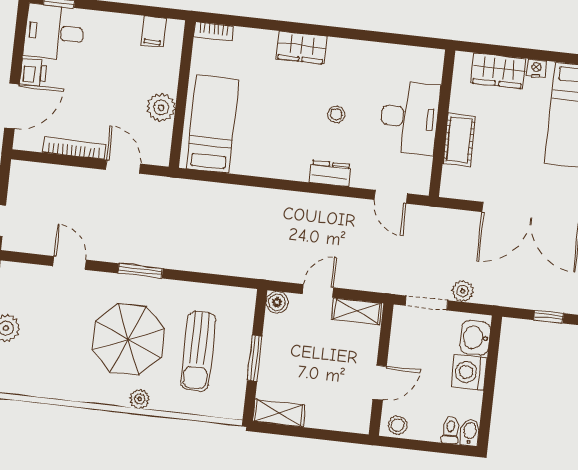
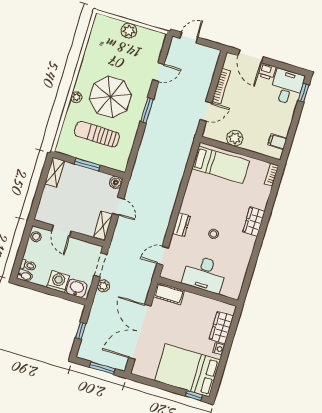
cot: (459, 140) -> (169, 294), moved

